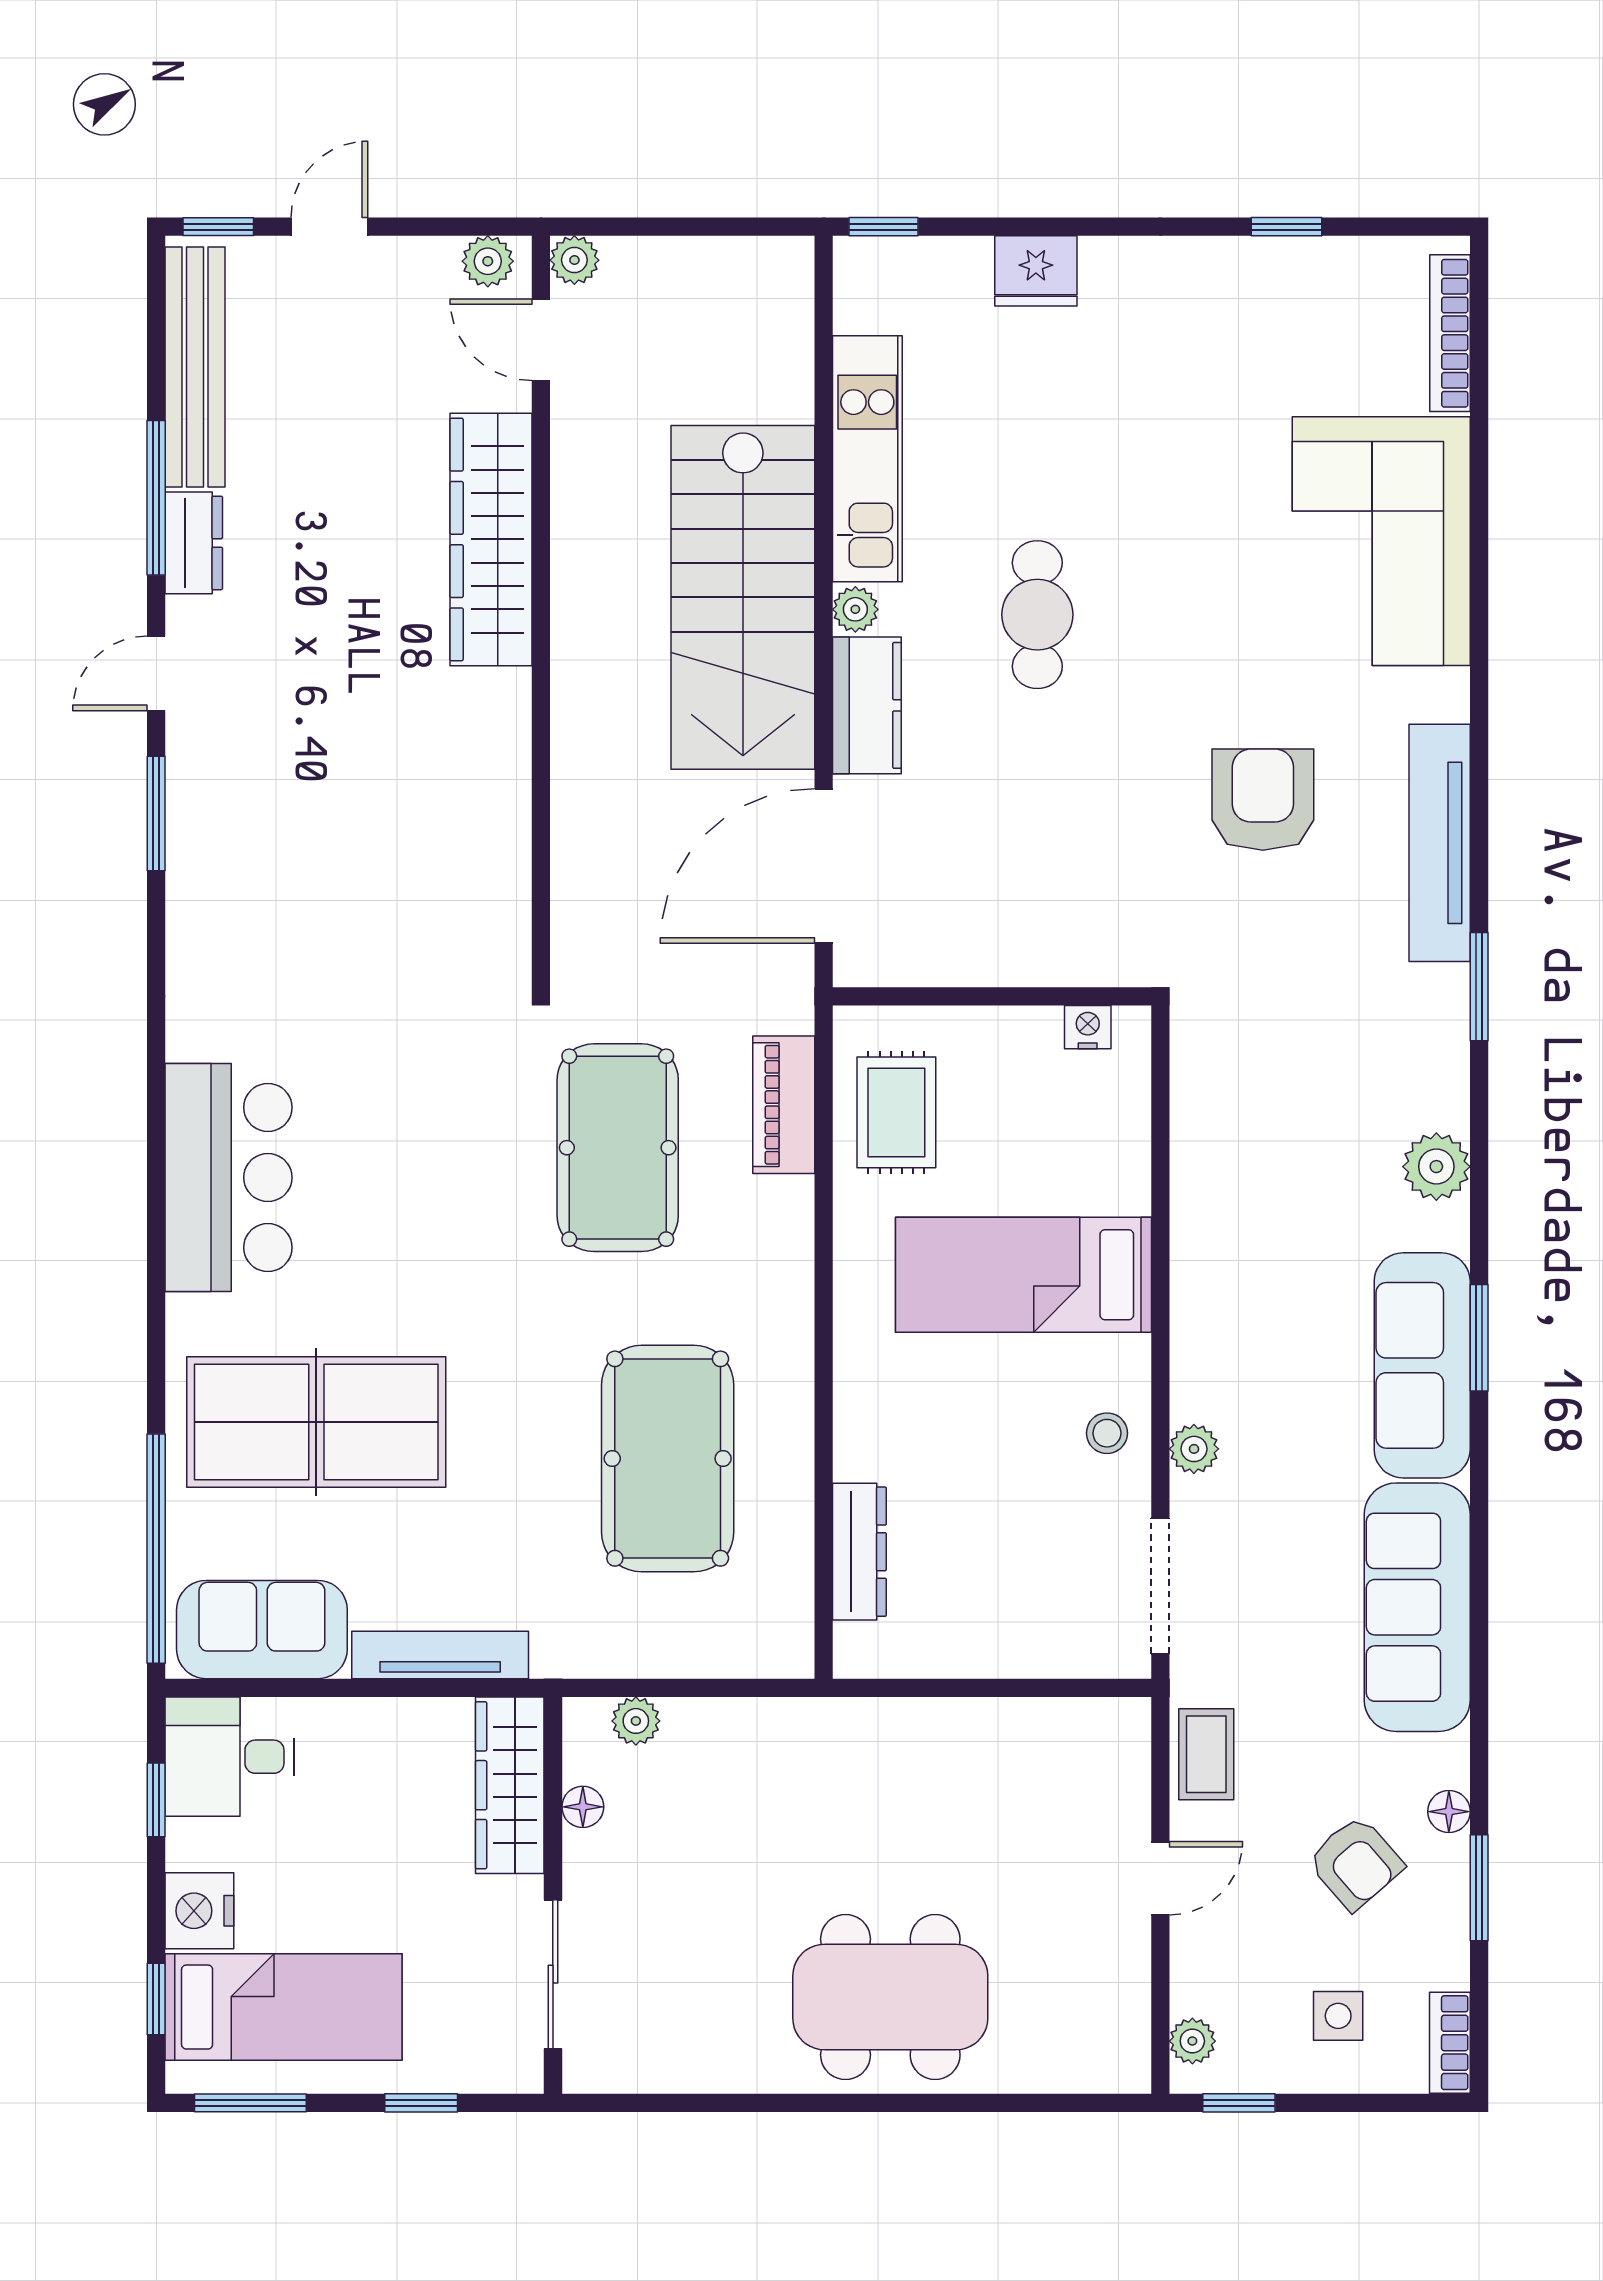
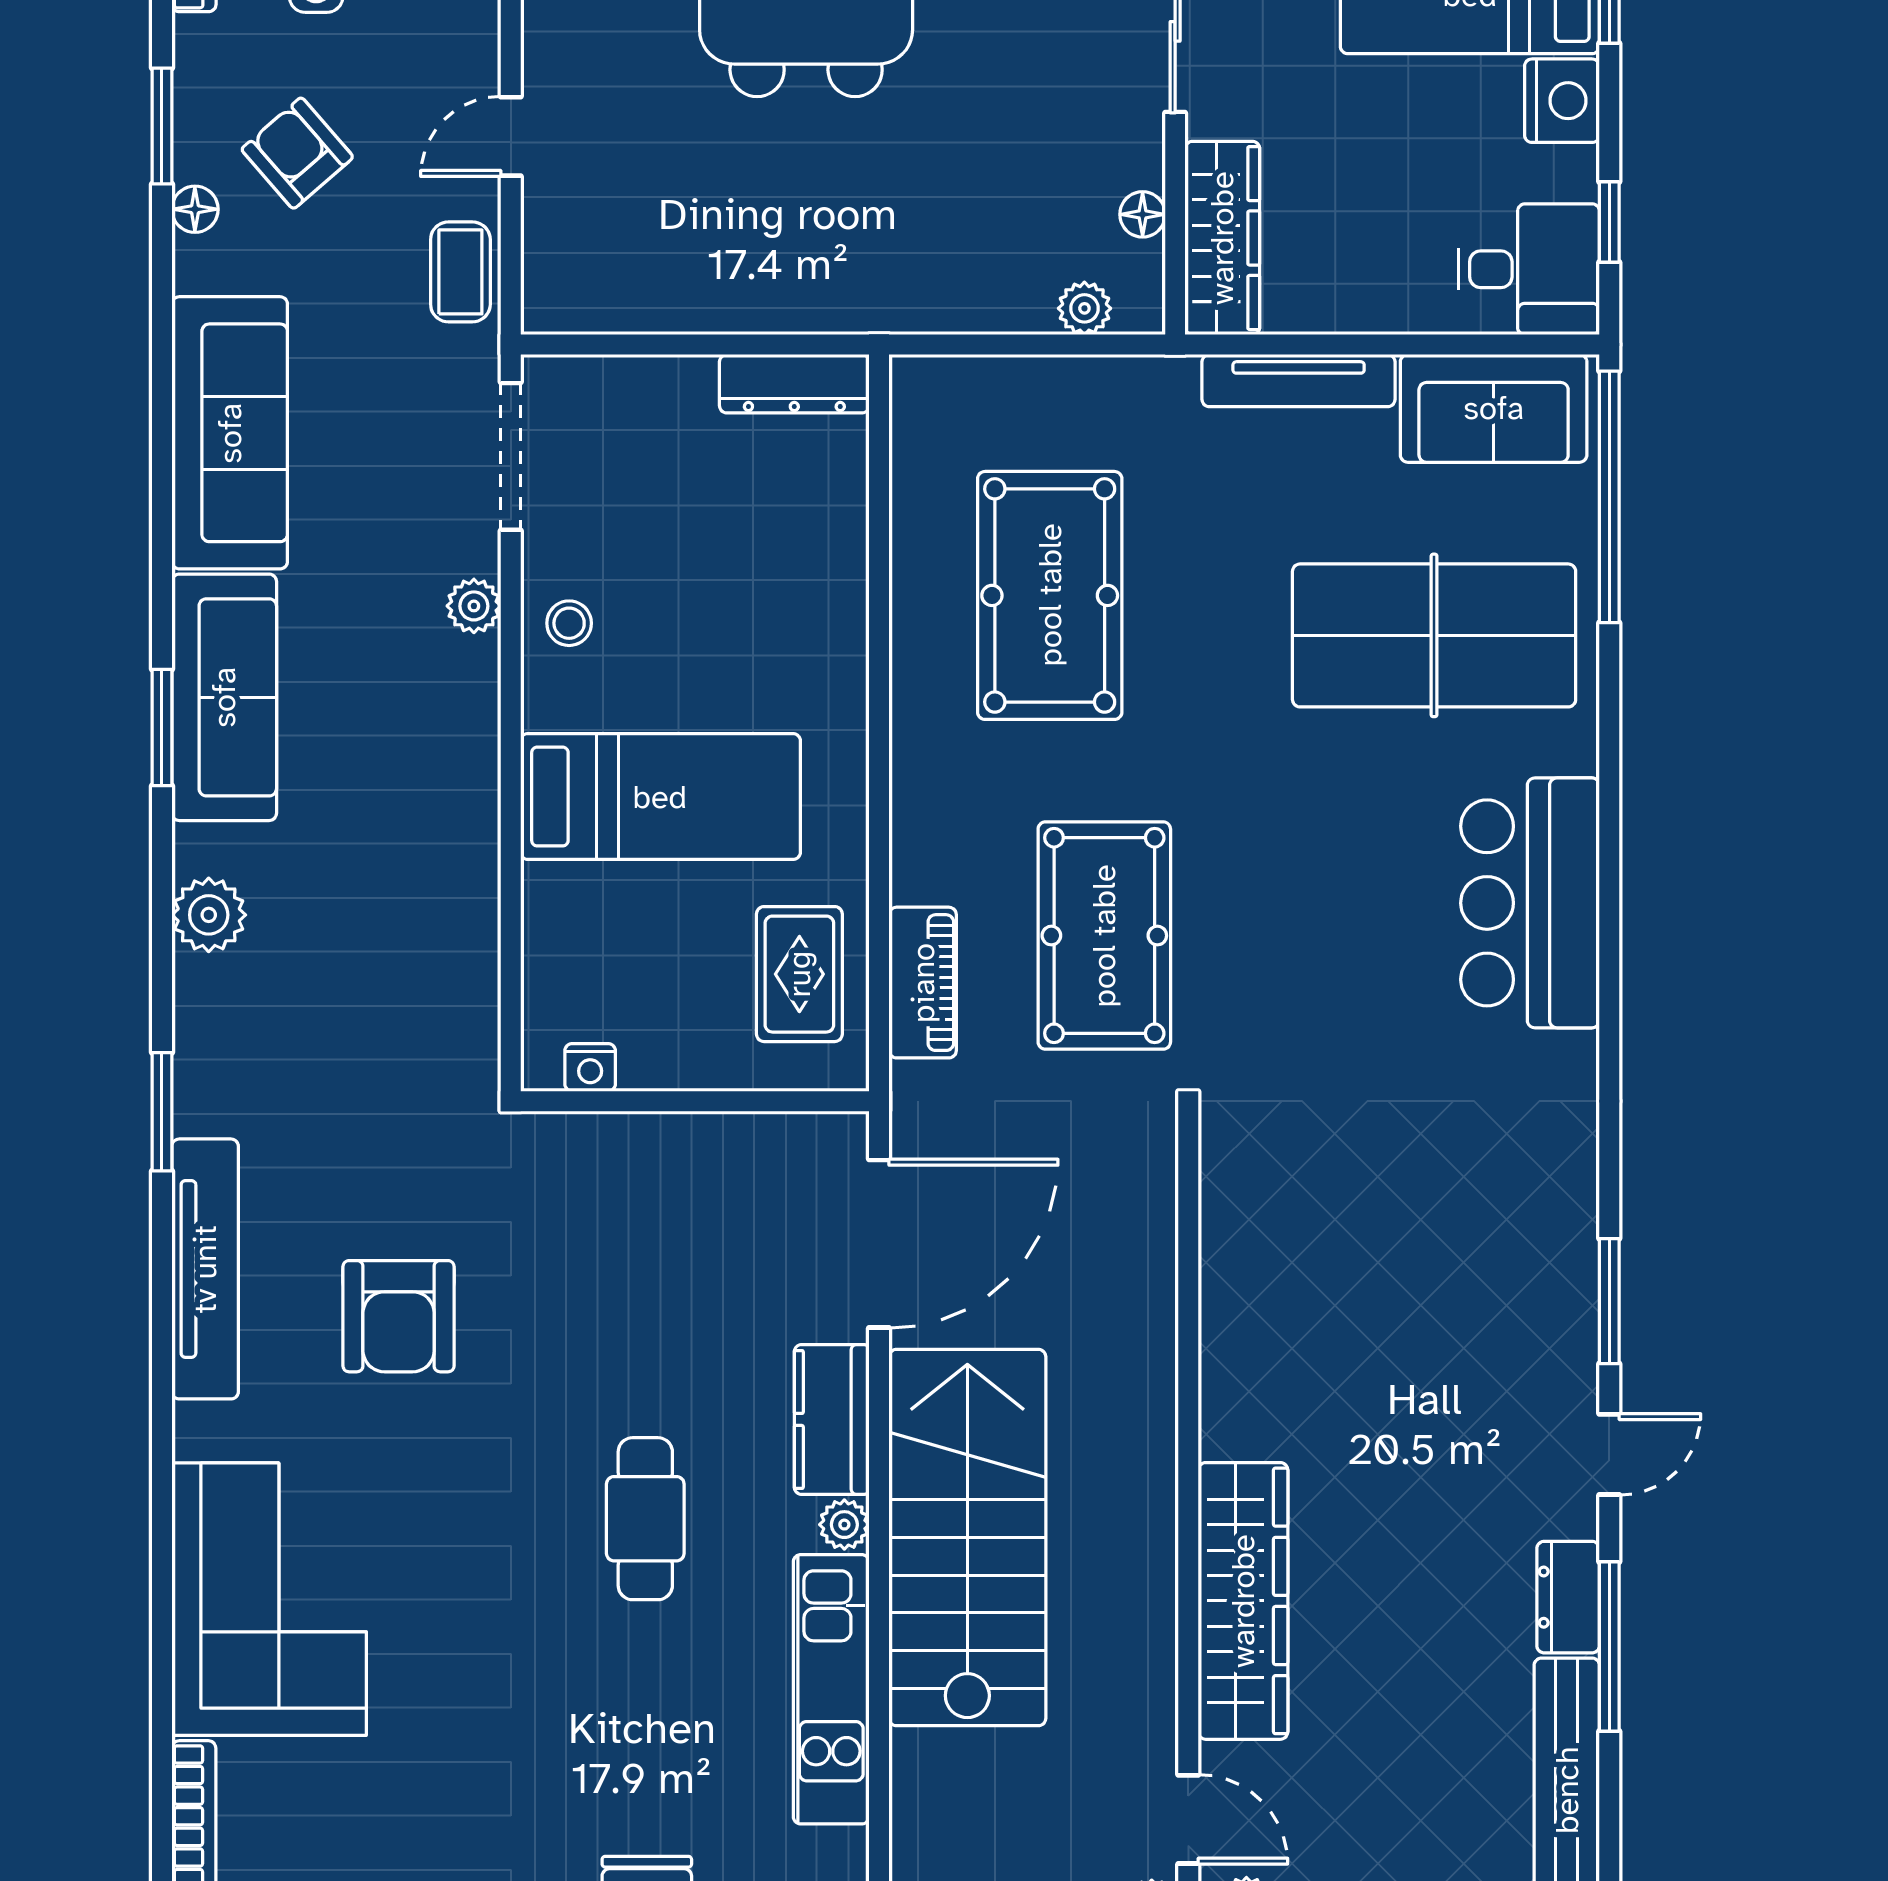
dresser: (859, 1552) -> (794, 384), moved, turned -90

